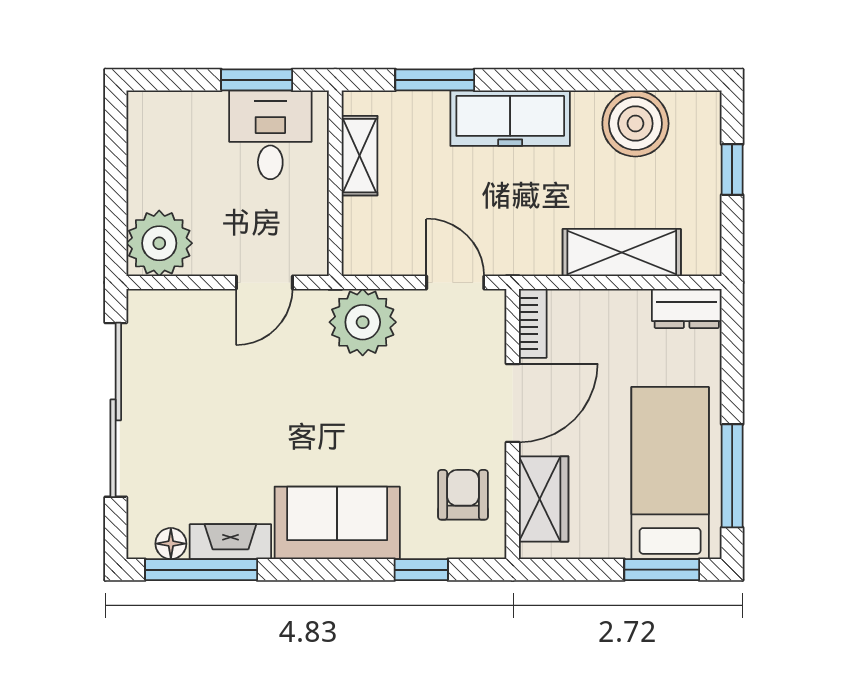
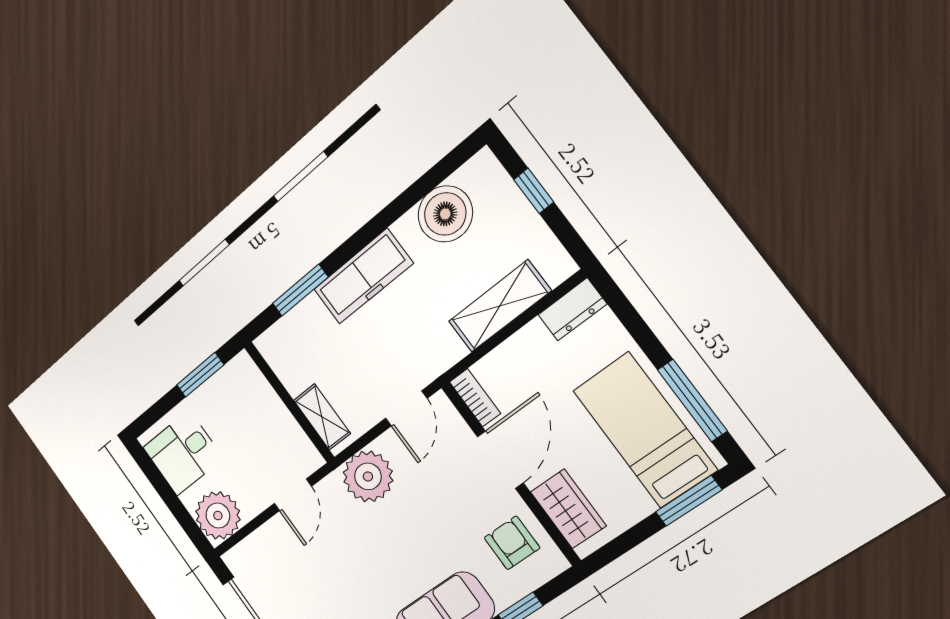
desk: (270, 135) -> (183, 453), moved, turned -90
shelving: (360, 156) -> (322, 417), moved
door: (455, 282) -> (406, 408), swing flipped

